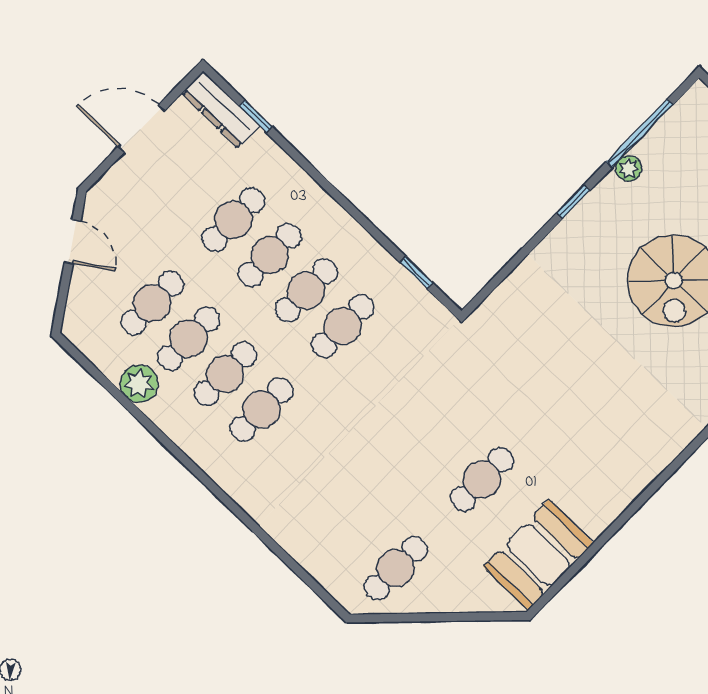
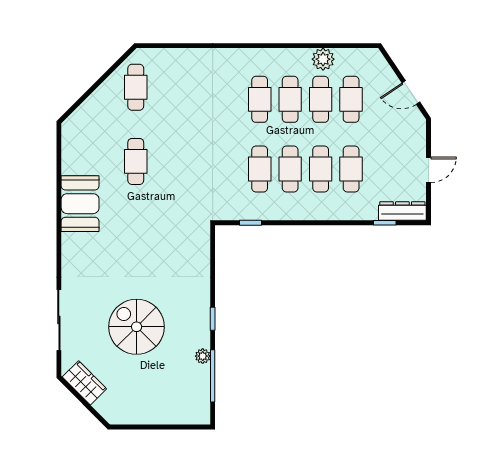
door: (141, 129) -> (429, 170), width x0.73
booth: (538, 555) -> (80, 204), moved

